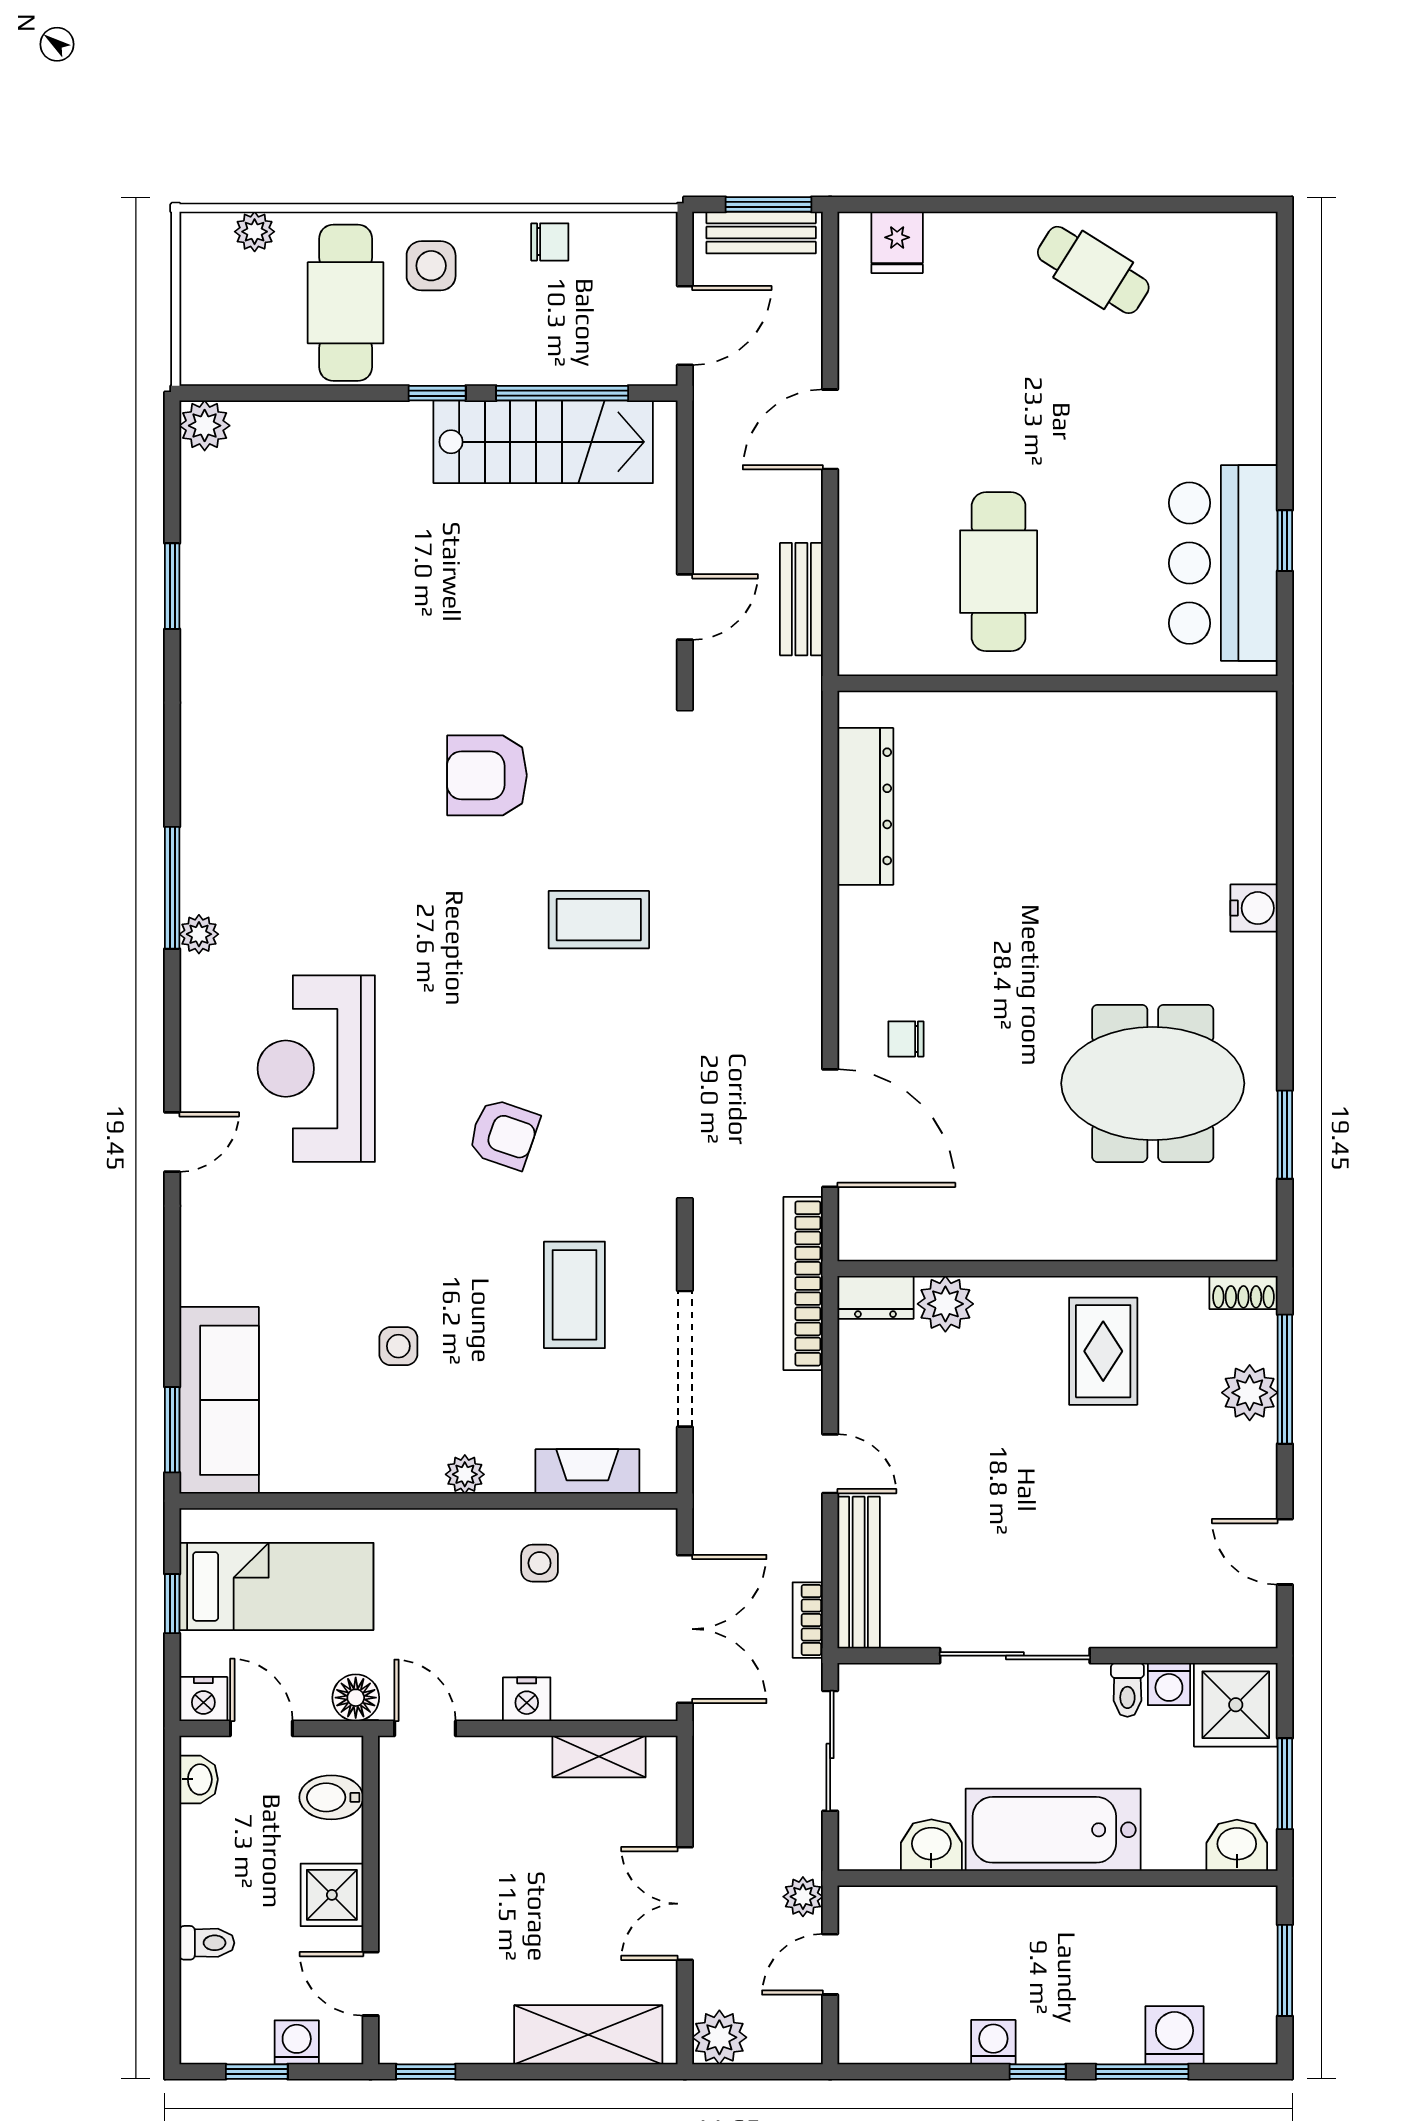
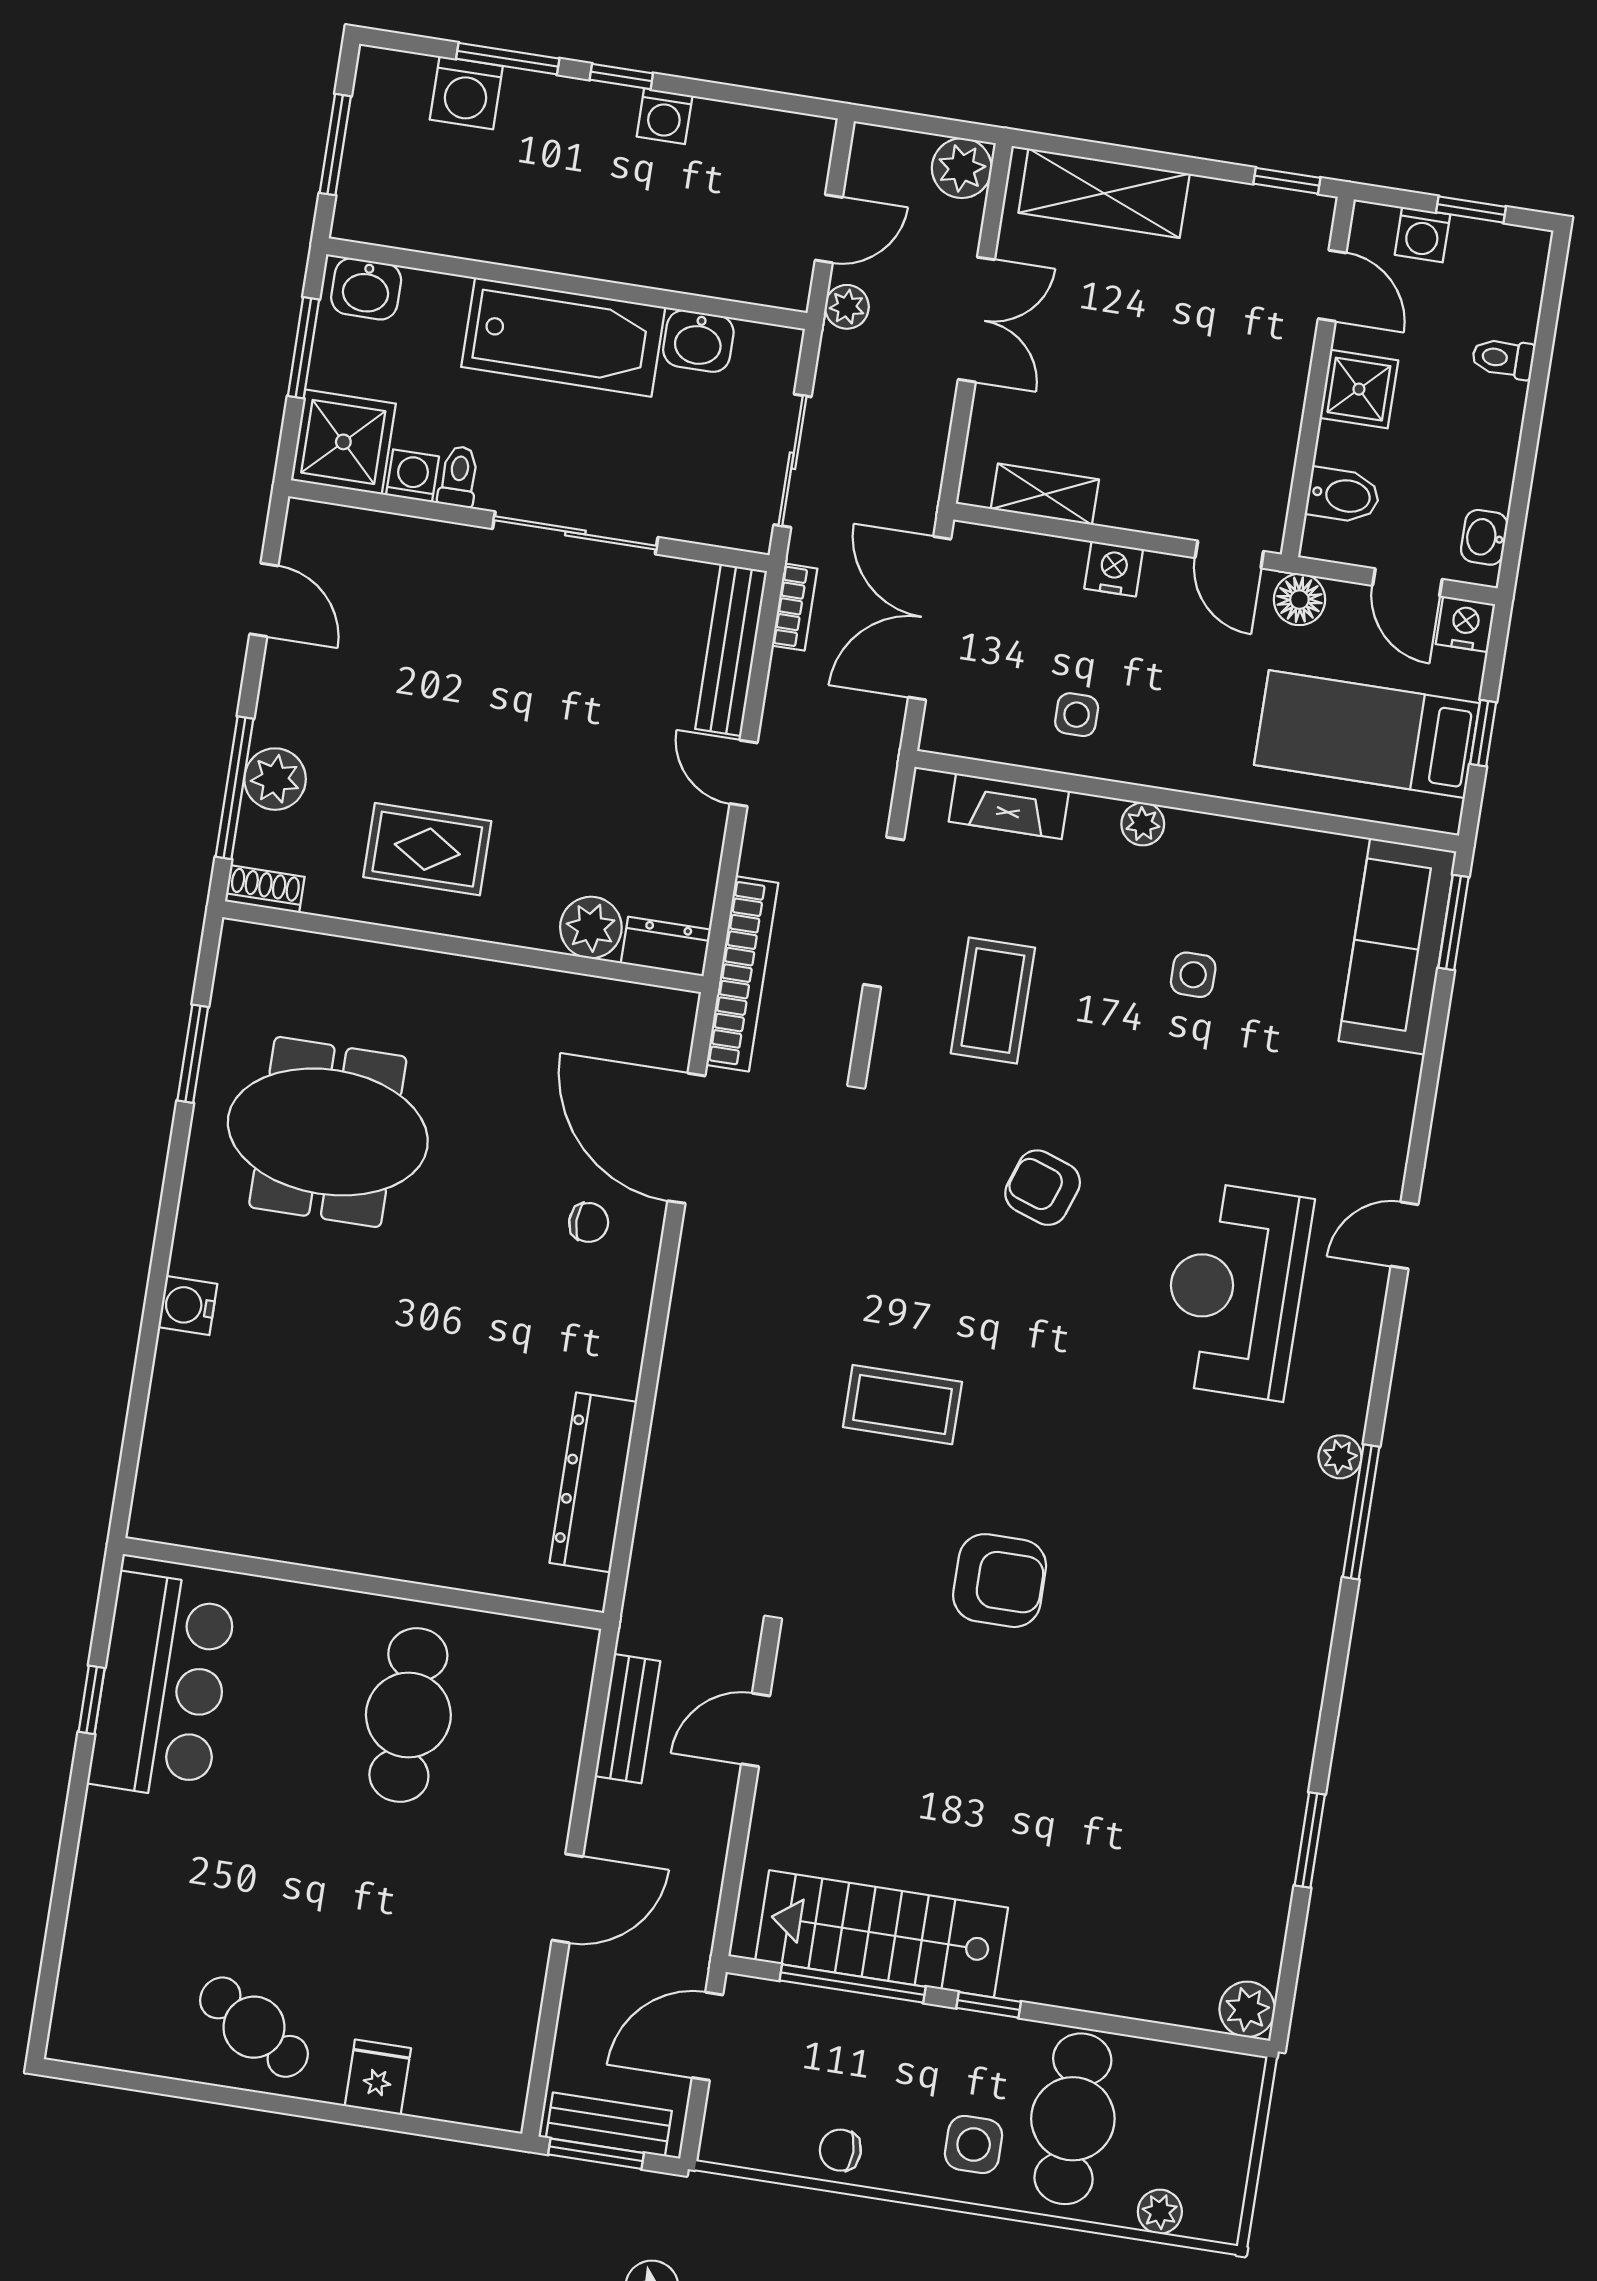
fridge: (897, 242) -> (378, 2077), moved
reception desk: (316, 1069) -> (1235, 1291), turned 180
rug: (1103, 1351) -> (427, 849), turned 90

